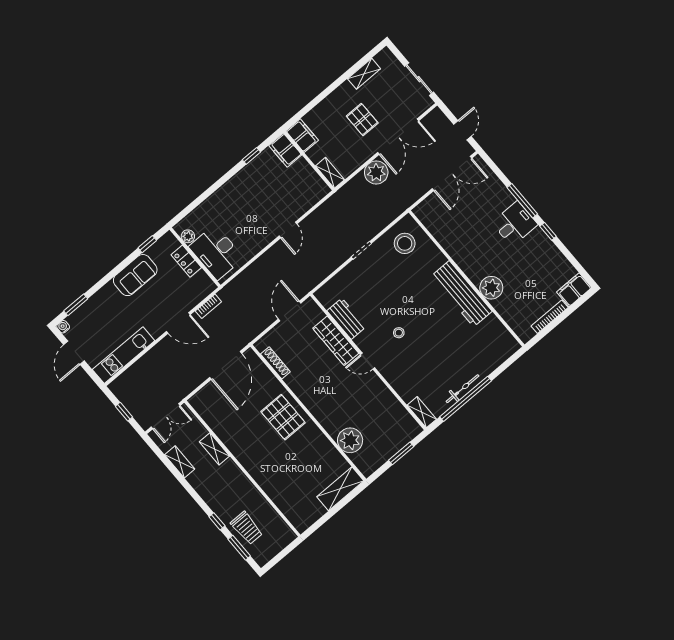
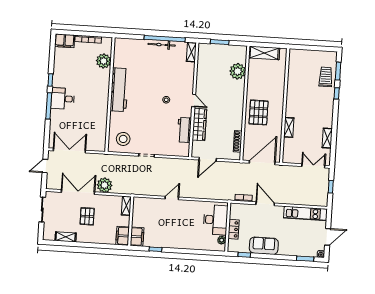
plant: (491, 288) -> (104, 61), moved
shelving: (214, 449) -> (289, 127), moved
wall: (242, 469) -> (285, 106), moved

